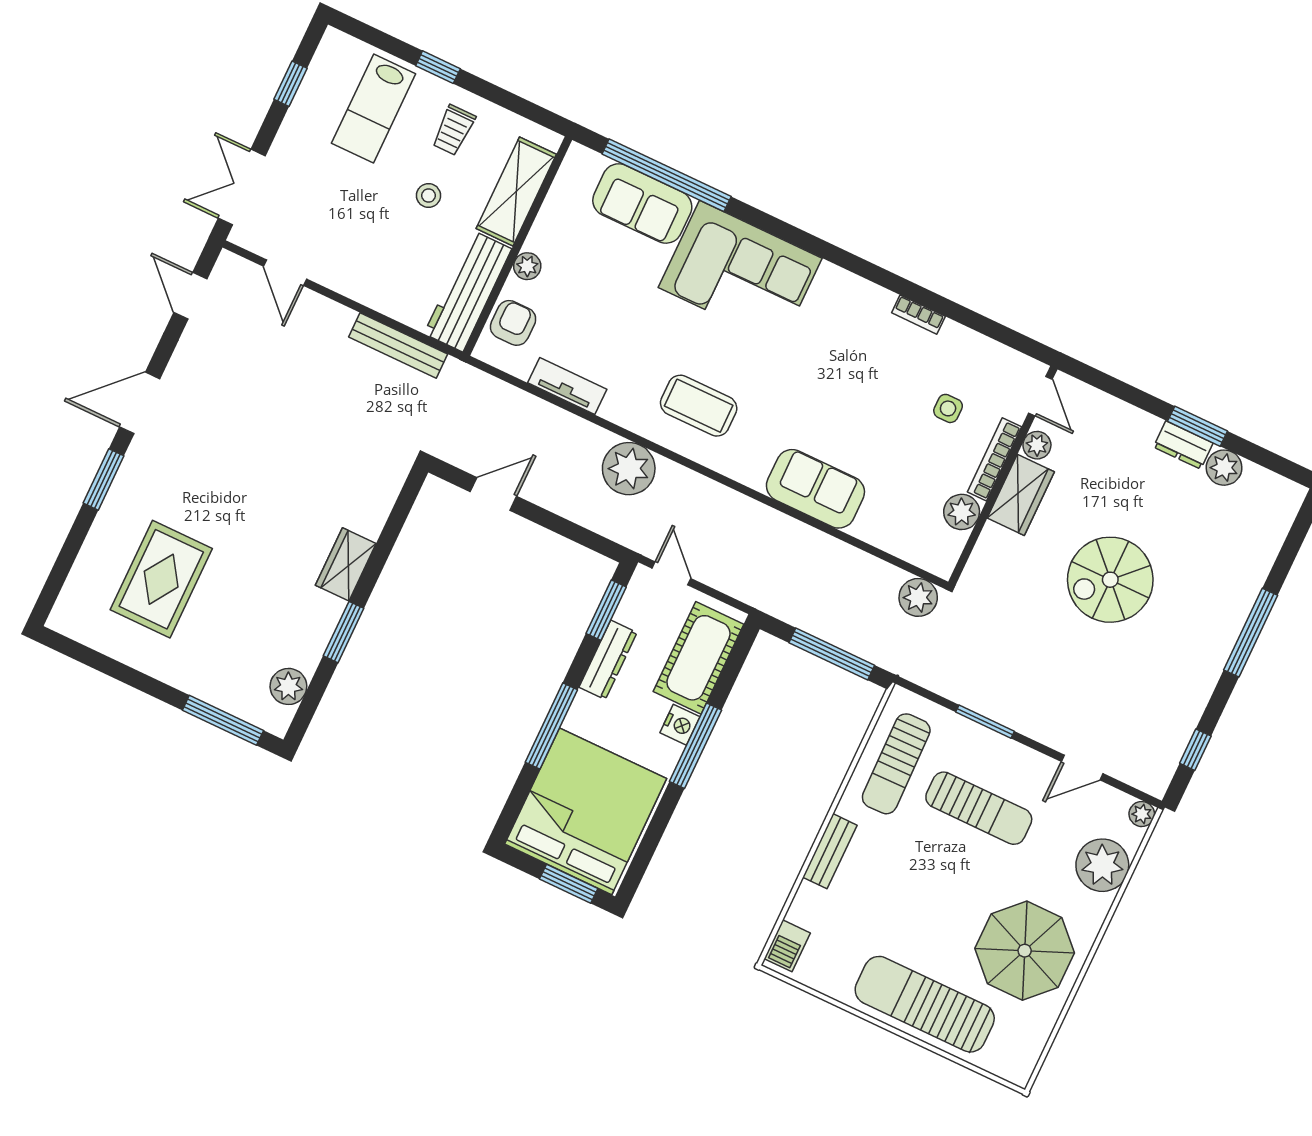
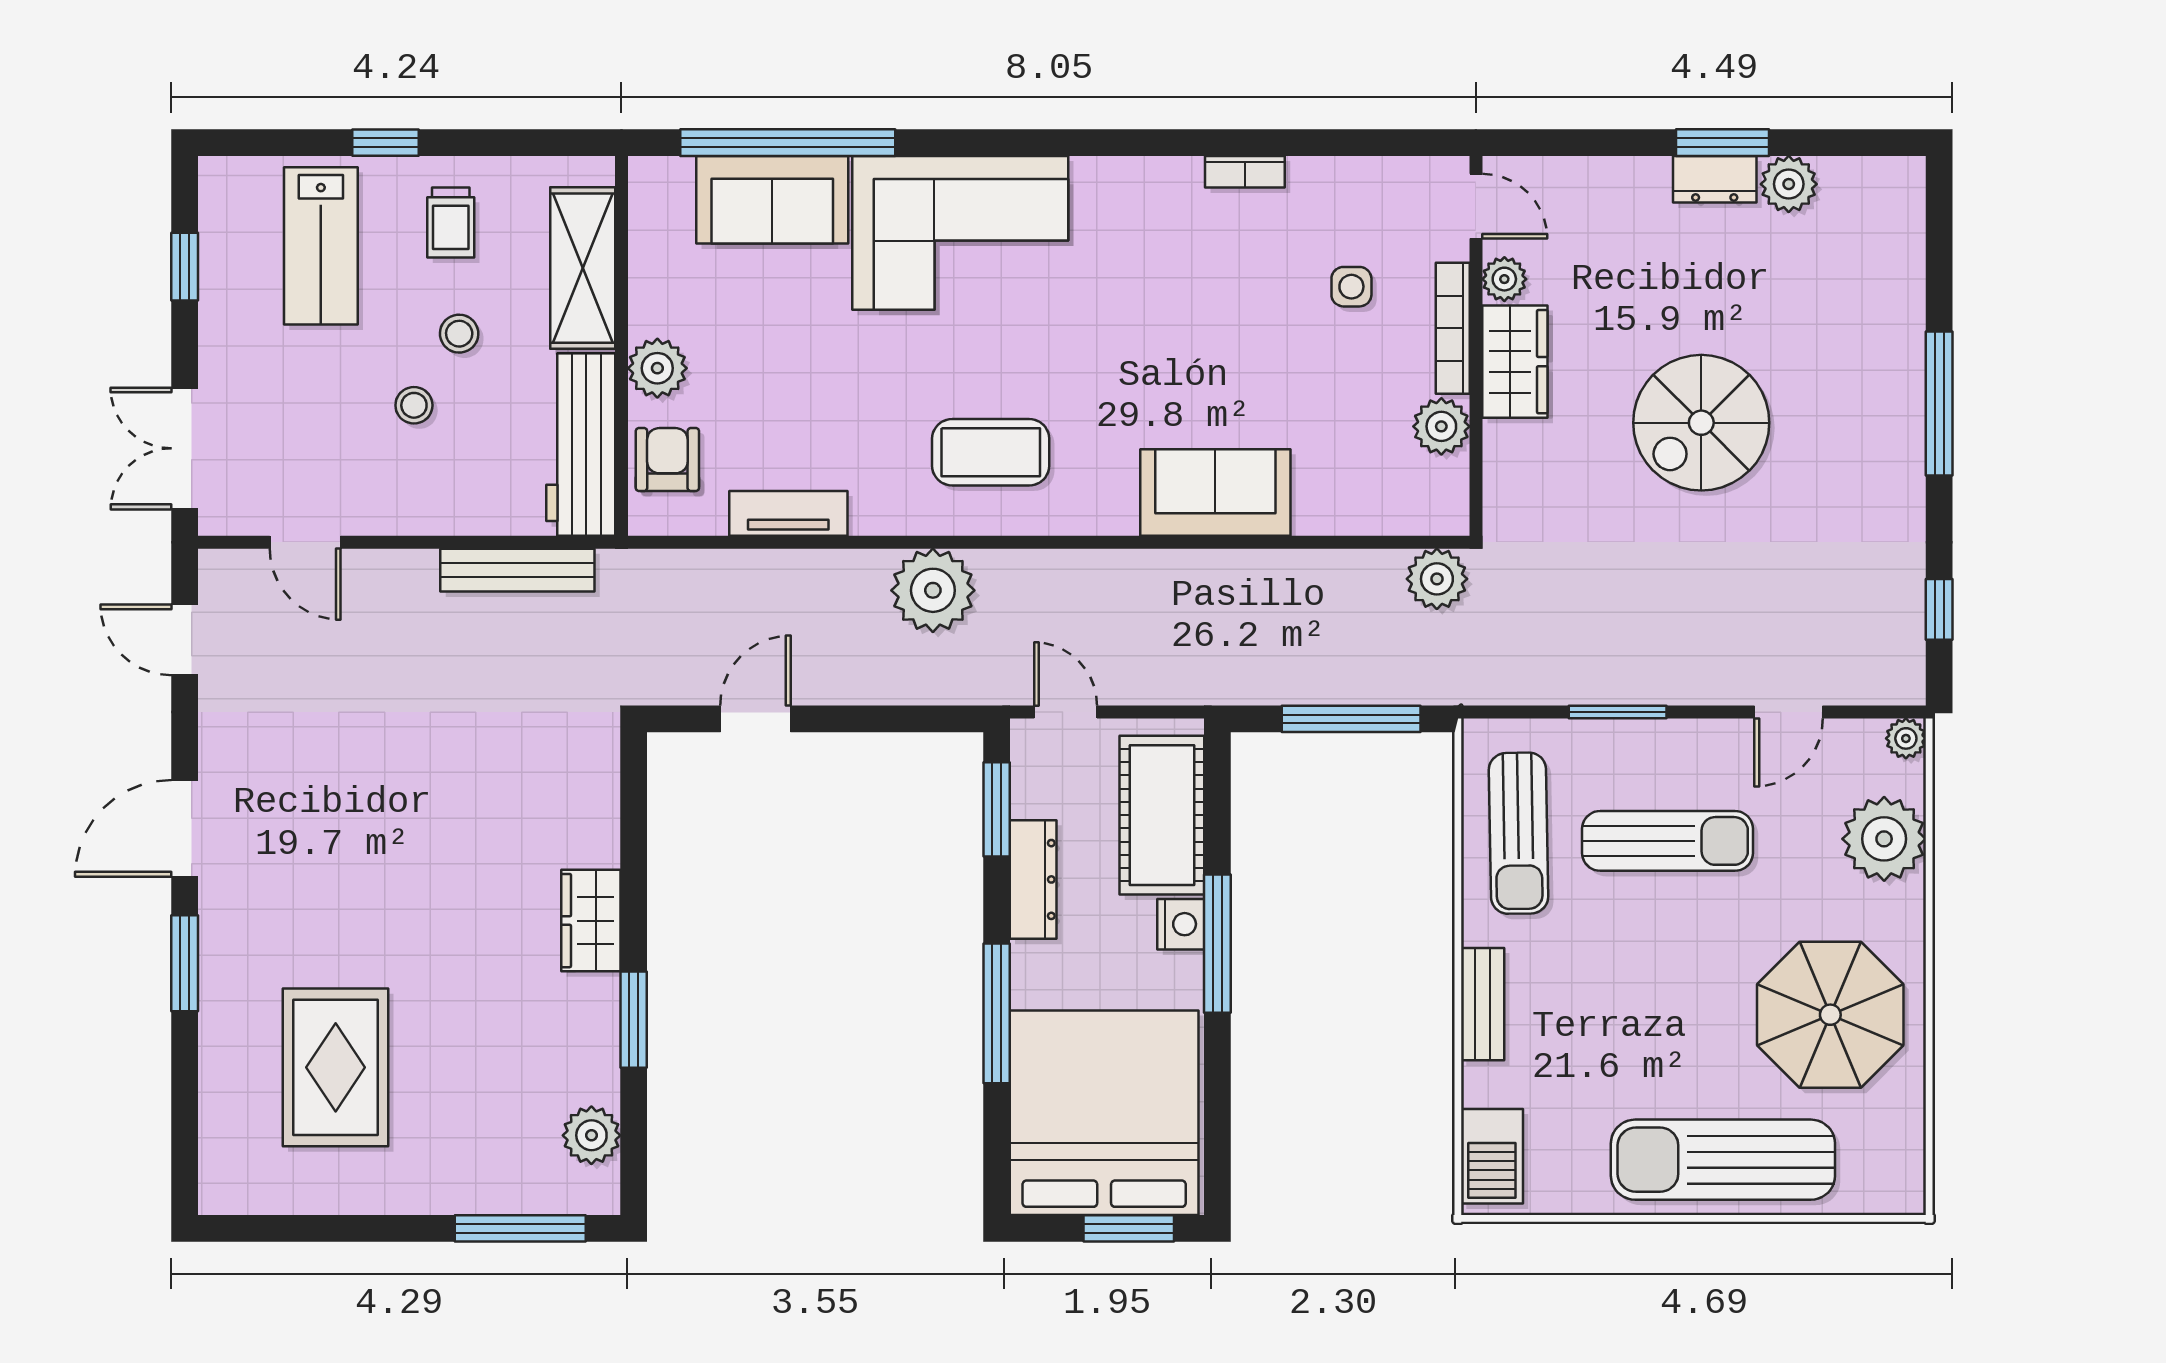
stool: (384, 224) -> (414, 405), added
plant: (527, 266) -> (657, 368), width x1.38, depth x1.38
barbecue: (787, 946) -> (1492, 1156), width x1.38, depth x1.27

